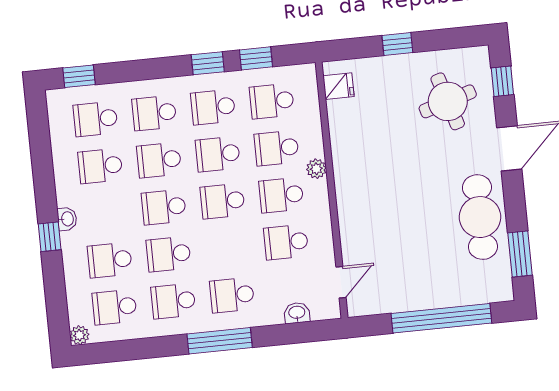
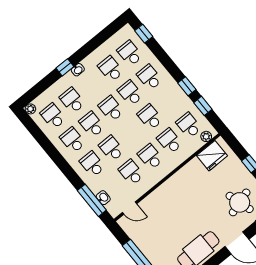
fridge: (339, 86) -> (212, 156), width x1.88, depth x1.34
school desk: (213, 107) -> (169, 101), removed
plant: (316, 169) -> (206, 136), moved
school desk: (223, 201) -> (111, 148), moved
window: (220, 341) -> (92, 200), moved

